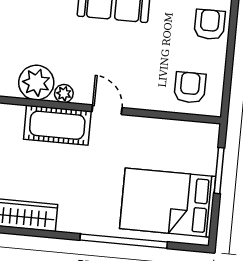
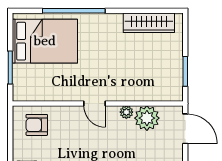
armchair: (190, 88) -> (37, 125), turned 90
cot: (57, 125) -> (129, 89), removed

